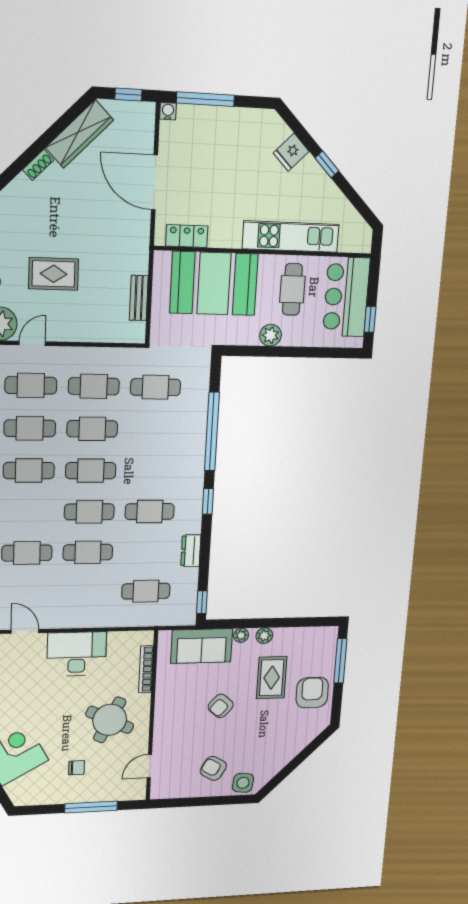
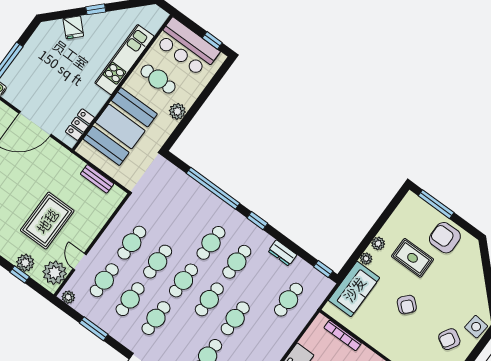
rug: (54, 274) -> (47, 221), width x1.36, depth x1.43
cafe table: (155, 387) -> (211, 243), moved

